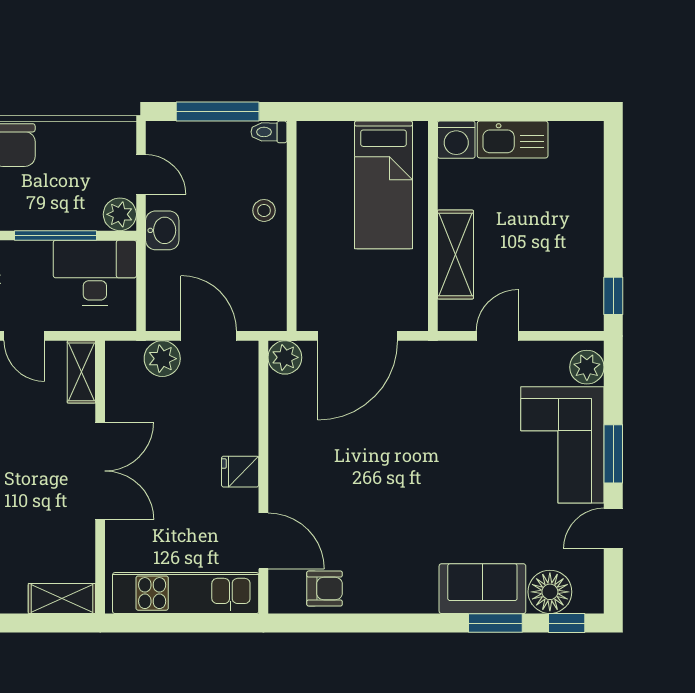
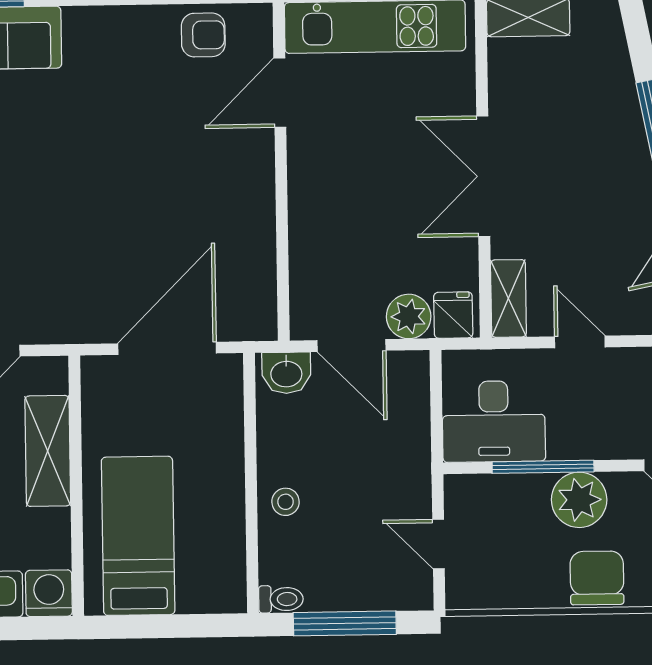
plant: (120, 214) -> (579, 500), moved, width x1.36, depth x1.36
washbasin: (162, 230) -> (286, 373), moved, turned -90
plant: (285, 357) -> (257, 320), removed
fridge: (240, 472) -> (453, 315), moved, turned -90
door: (263, 541) -> (280, 93), hinge flipped
armchair: (325, 589) -> (203, 35), turned 180

